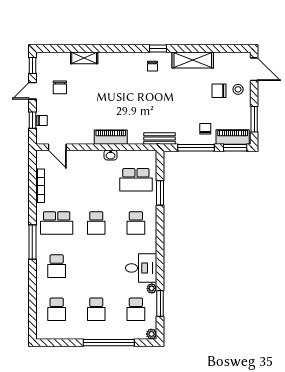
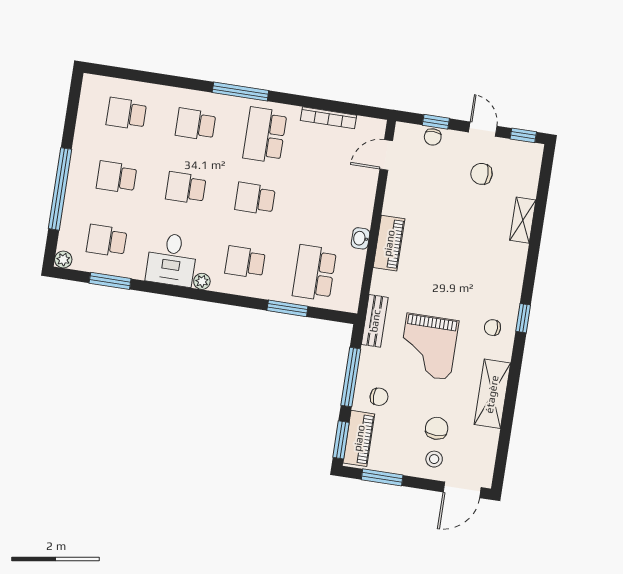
window: (158, 48) -> (523, 318), moved
grand piano: (170, 103) -> (429, 347), added
school desk: (96, 266) -> (186, 188), added
plant: (152, 288) -> (202, 281), moved

